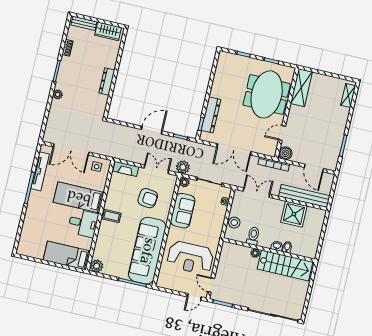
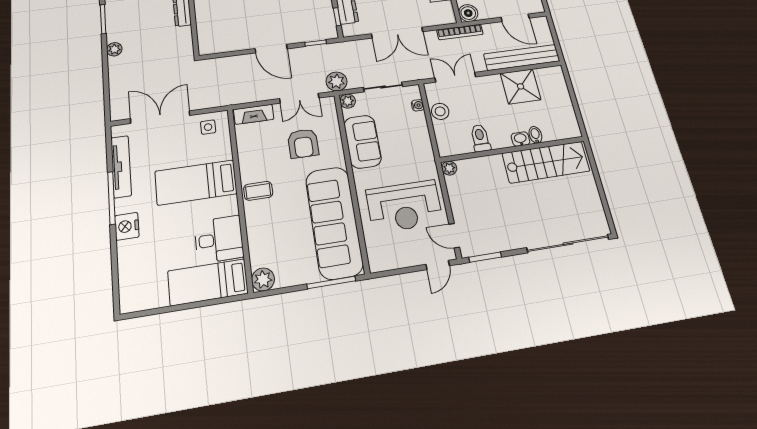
door: (152, 130) -> (271, 49), swing flipped
double door: (71, 149) -> (160, 117), swing flipped
double door: (156, 169) -> (299, 98), swing flipped
armchair: (148, 198) -> (303, 143), turned 84
nightstand: (33, 207) -> (127, 226), added
desk: (83, 223) -> (219, 239), moved
stool: (234, 223) -> (440, 111), moved
plant: (255, 253) -> (449, 168), moved

